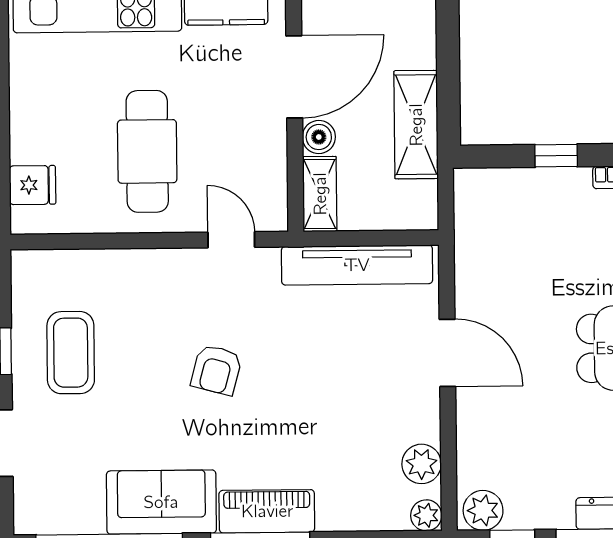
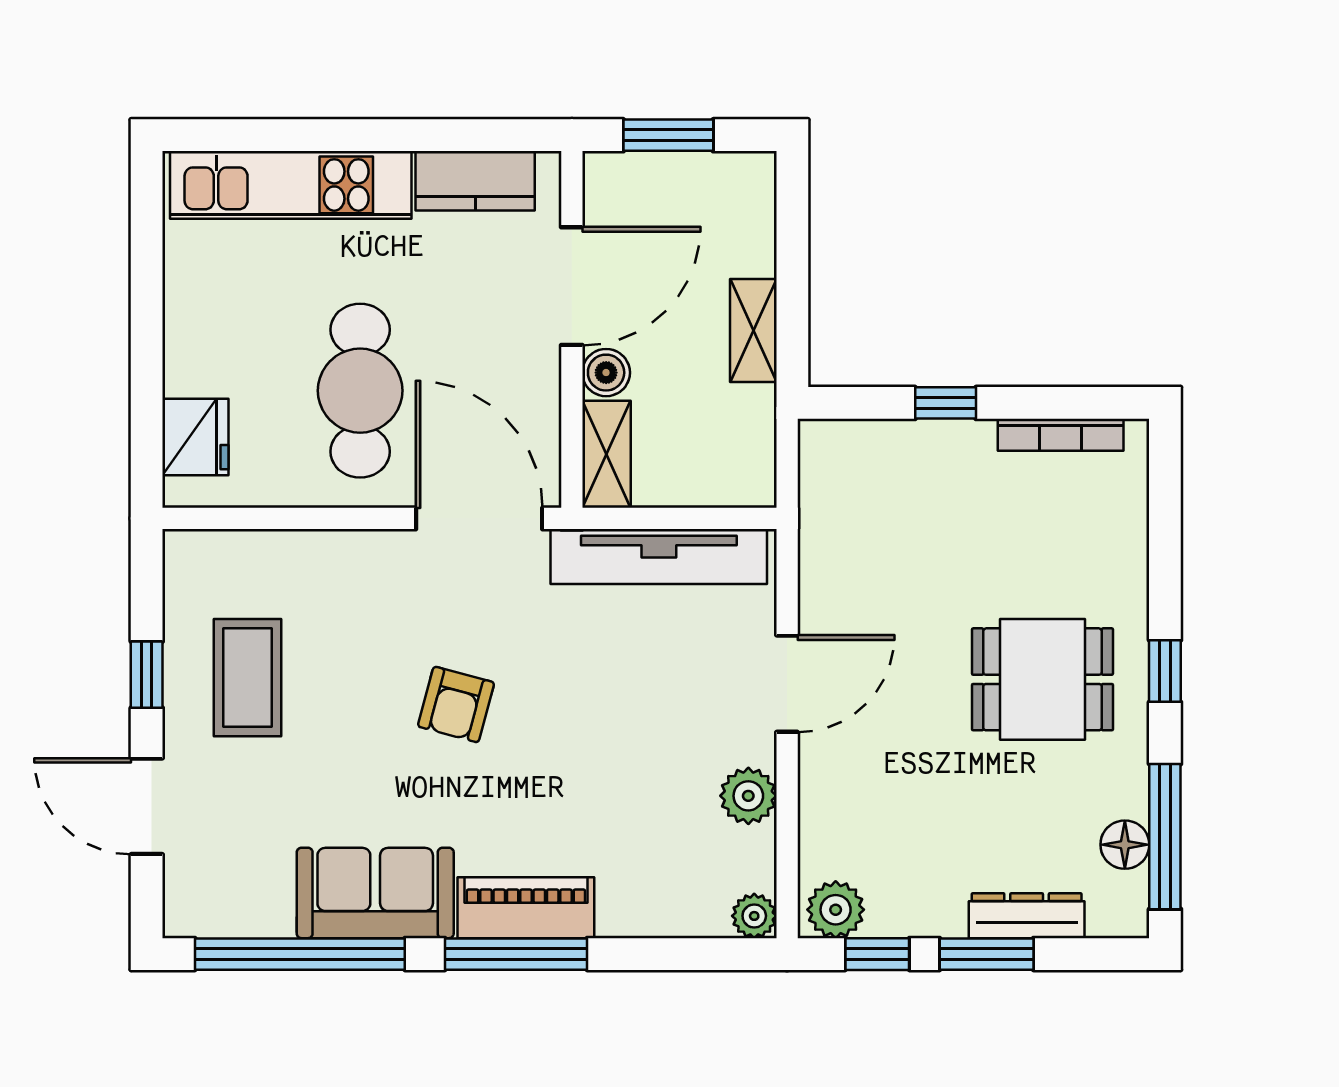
shelving: (416, 125) -> (753, 331), width x0.67, depth x0.75
fridge: (33, 185) -> (195, 437), width x1.38
door: (231, 240) -> (479, 518), width x1.87
door: (447, 353) -> (787, 684), hinge flipped
plant: (422, 464) -> (748, 796), moved

